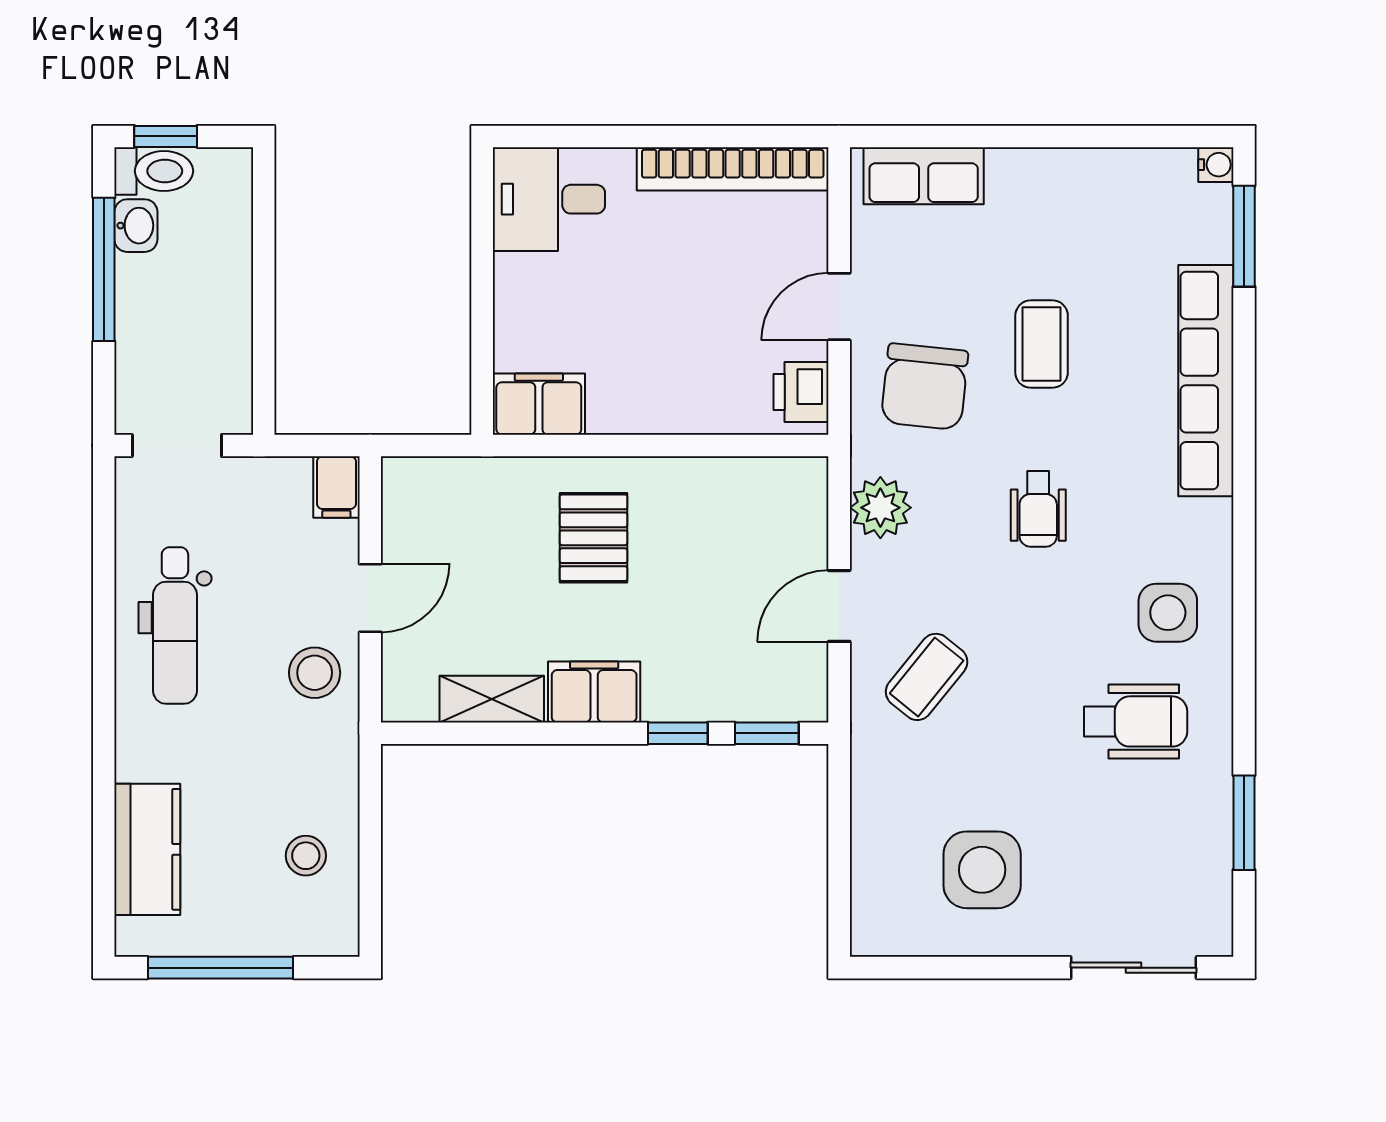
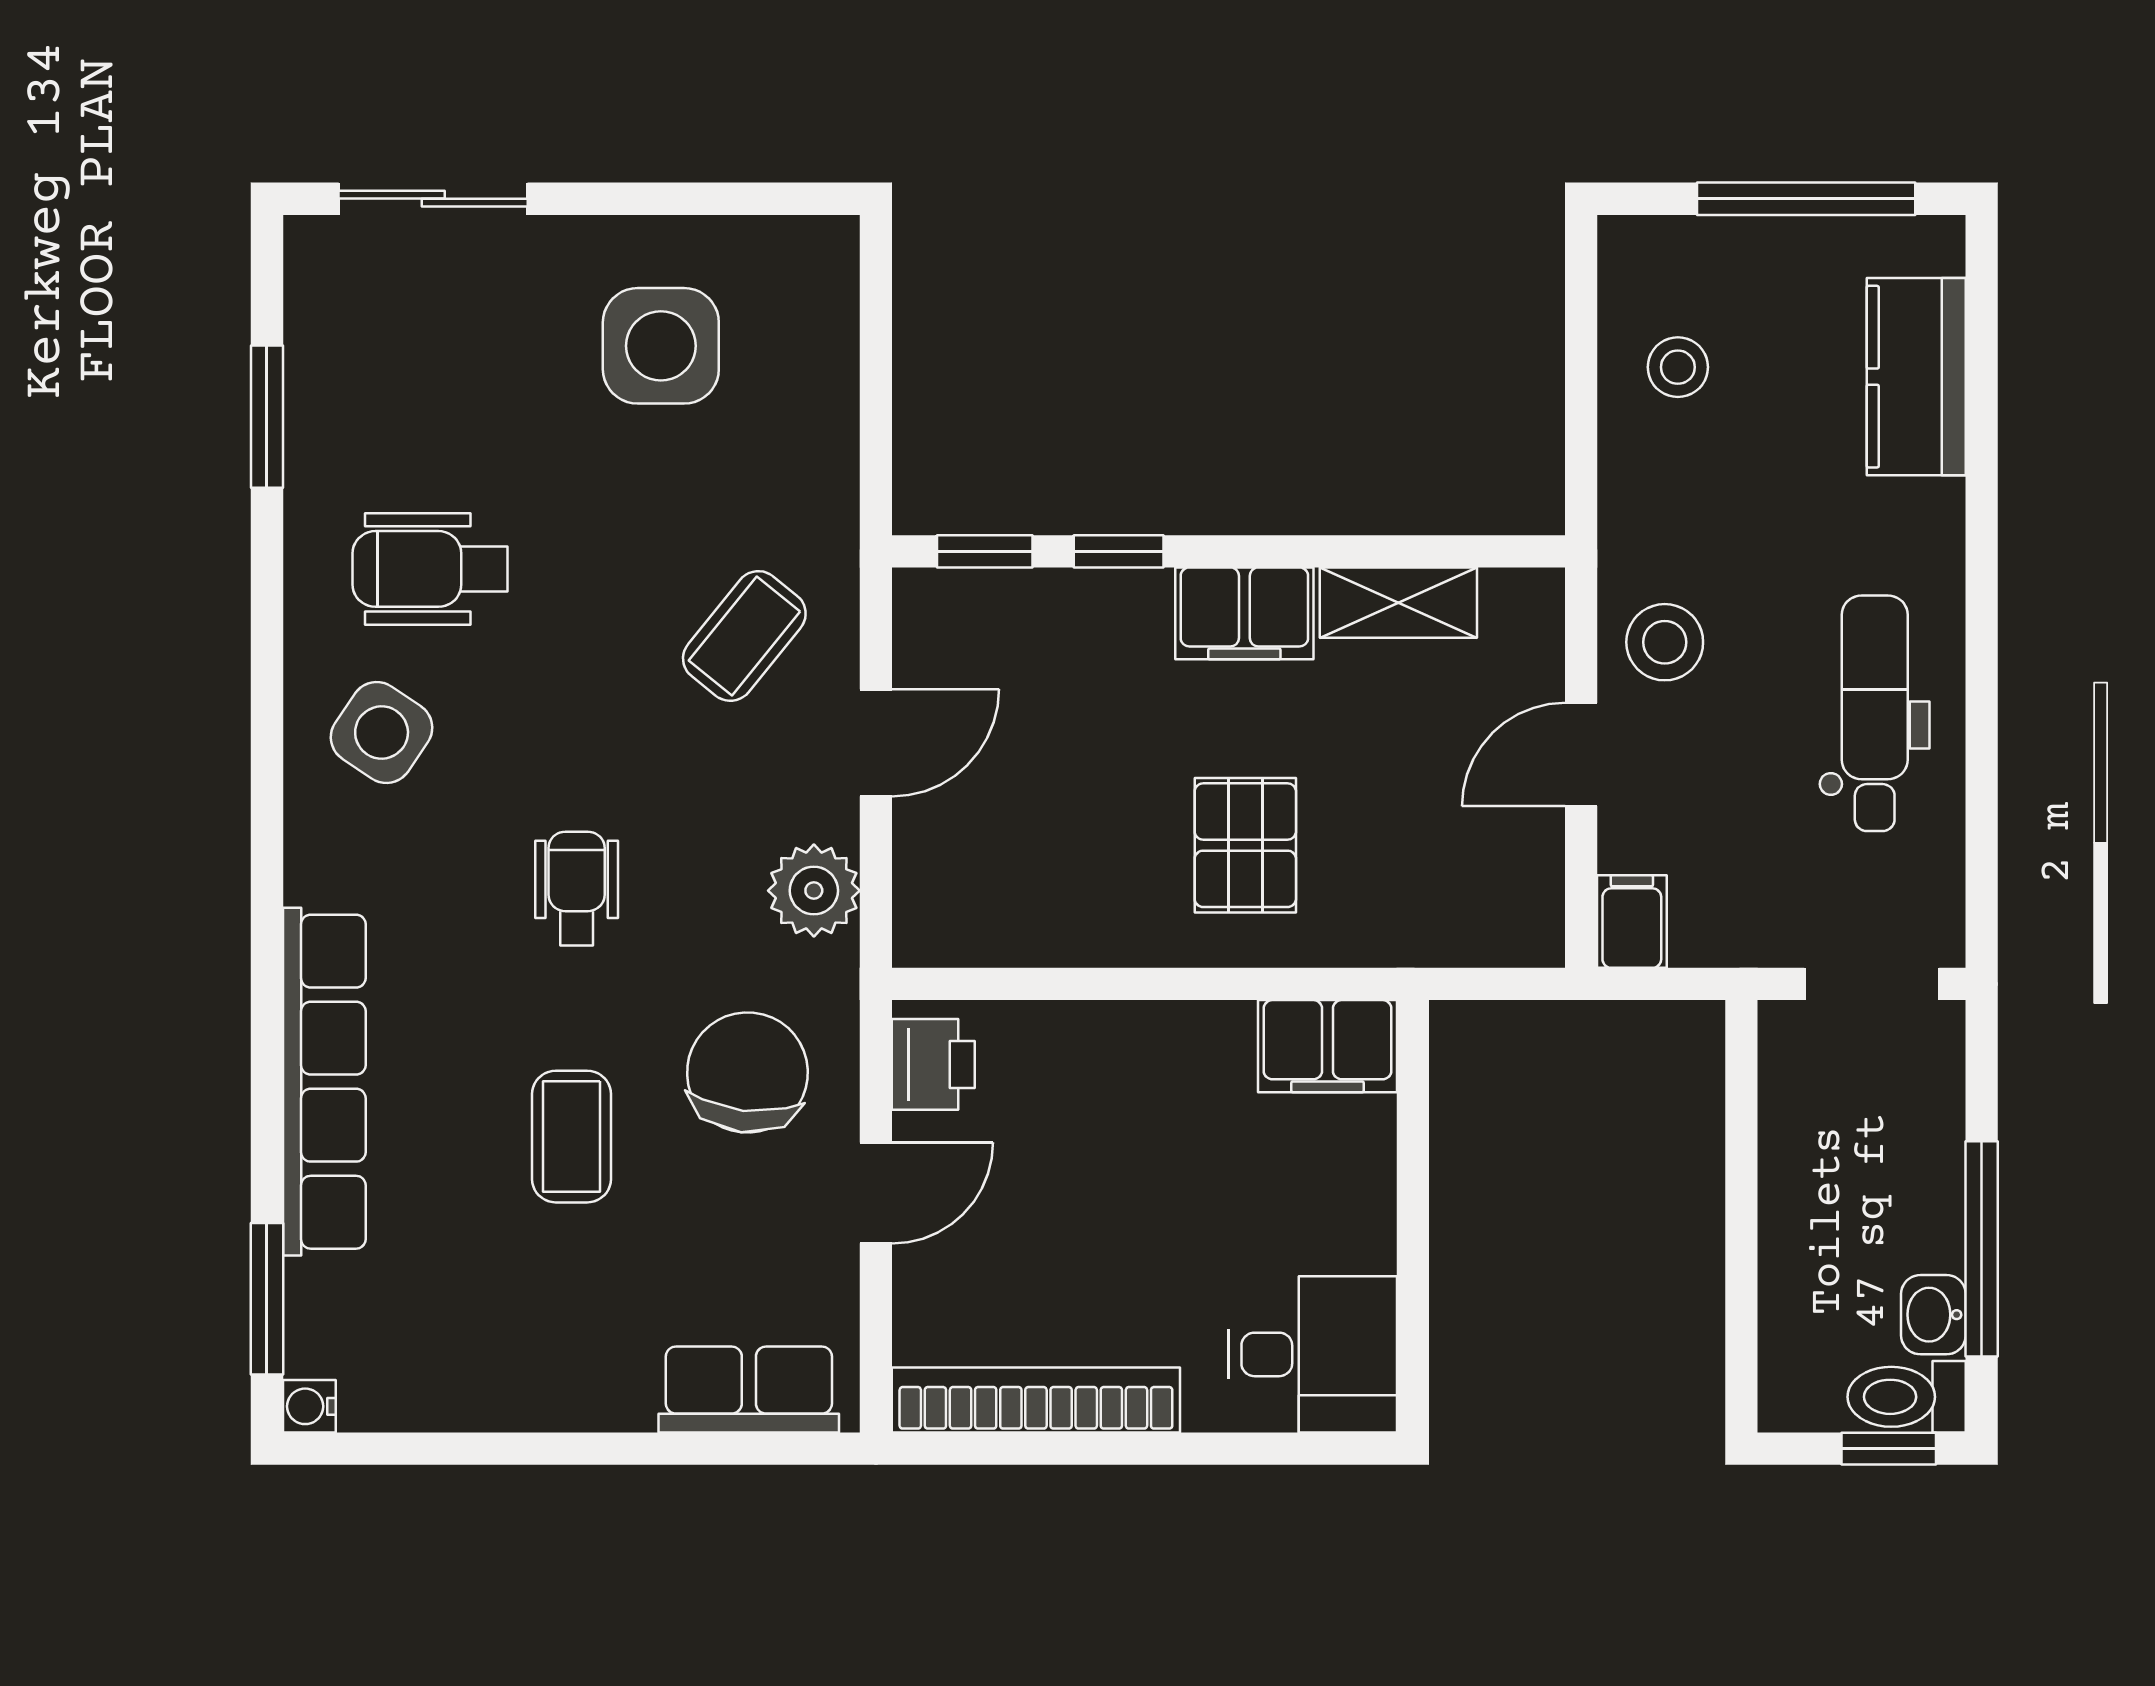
side table: (1168, 613) -> (382, 733), turned 34

